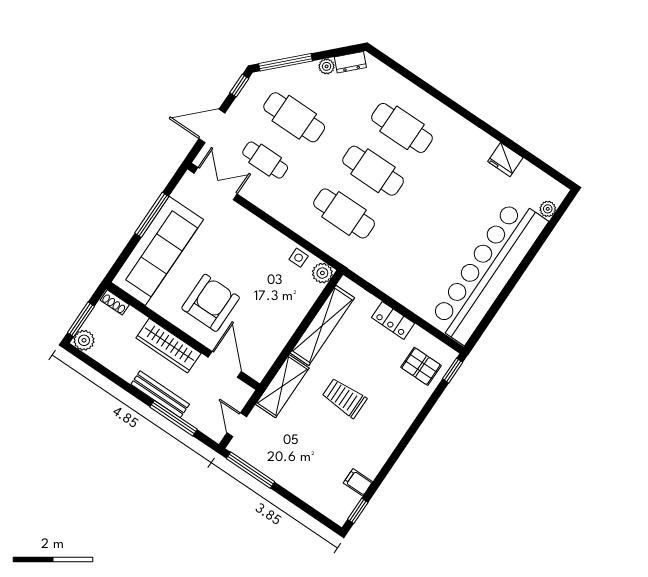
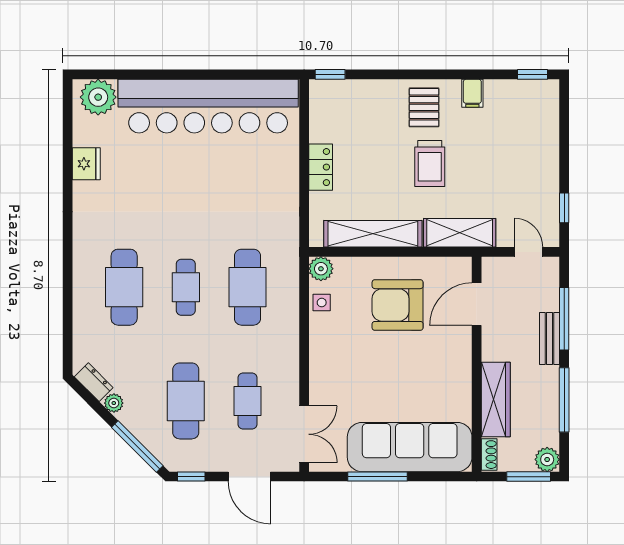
cafe table: (373, 171) -> (186, 287), width x0.73, depth x0.74
double door: (216, 184) -> (304, 434), swing flipped
plant: (548, 209) -> (98, 97), width x1.88, depth x1.88
armchair: (211, 303) -> (398, 305), moved
wardrobe: (168, 346) -> (496, 399), moved
pallet: (421, 366) -> (424, 107), moved
window: (117, 380) -> (564, 400), added
bench: (160, 394) -> (549, 339), width x0.73
door: (237, 425) -> (528, 252), swing flipped
window: (250, 470) -> (564, 208), width x0.46
filing cabinet: (358, 482) -> (472, 93), moved

